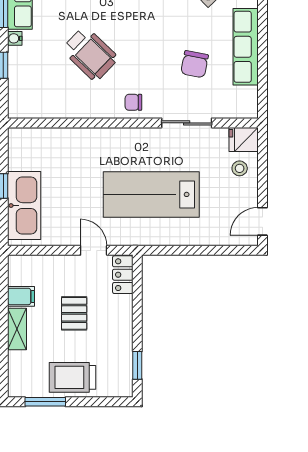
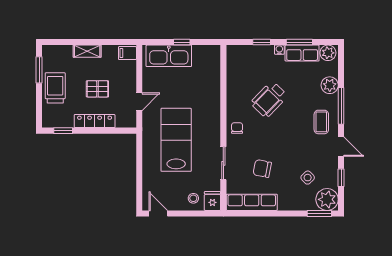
row of seats: (246, 47) -> (252, 202), moved
locker: (123, 275) -> (95, 121), moved, width x1.53
filing cabinet: (21, 296) -> (127, 53), moved, turned 90

